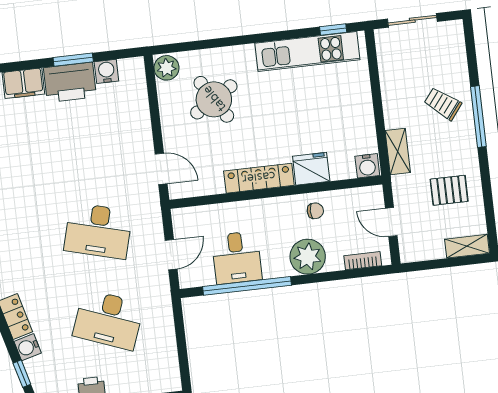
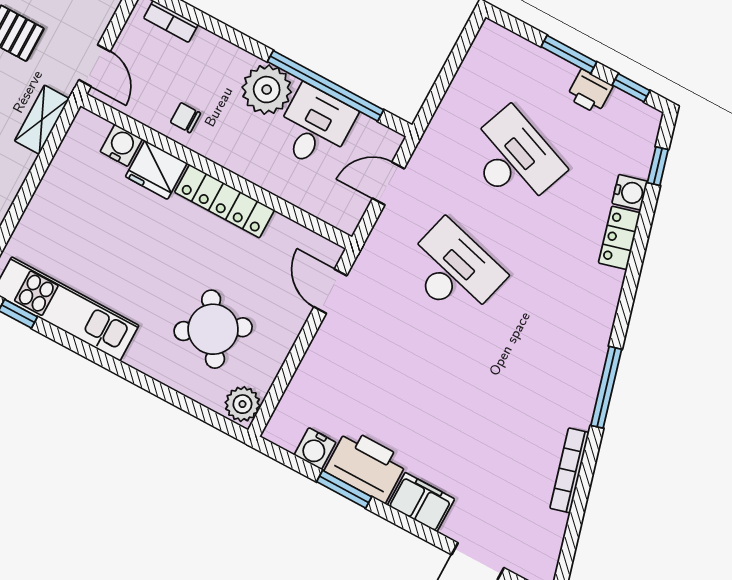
water cooler: (367, 166) -> (121, 145), moved
door: (391, 222) -> (94, 66), moved
plant: (308, 257) -> (267, 90), moved

